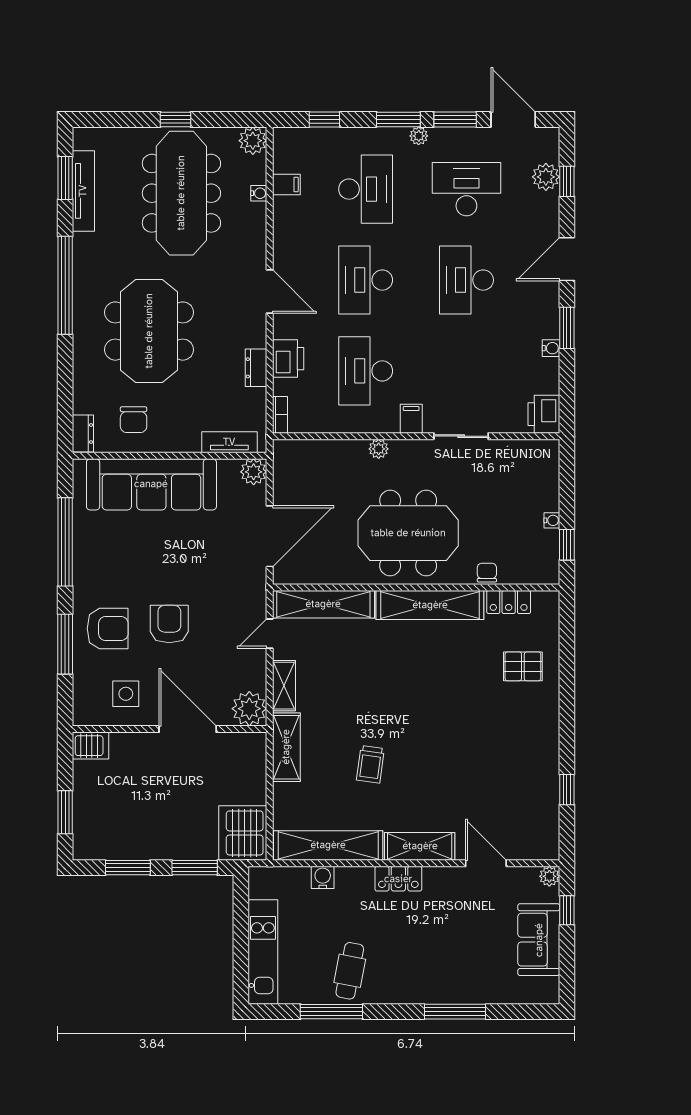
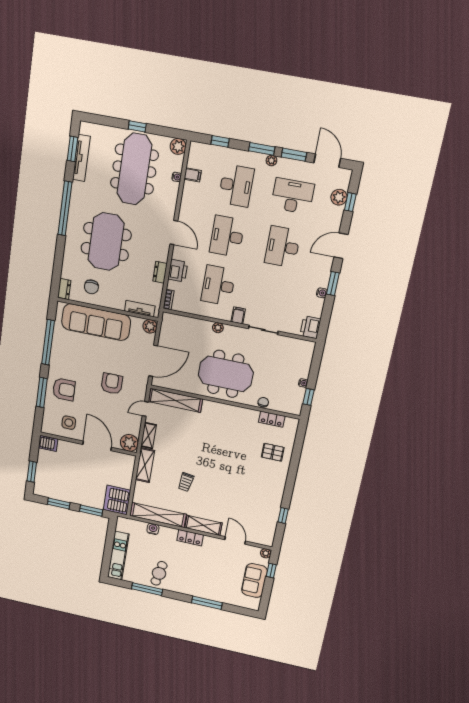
shelving: (430, 605) -> (230, 412), removed
armchair: (169, 624) -> (112, 384), moved

